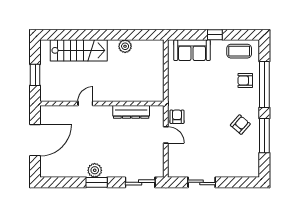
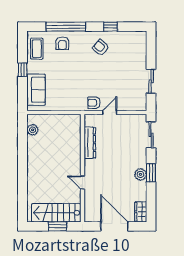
plant: (125, 46) -> (33, 130), moved
stairs: (79, 50) -> (56, 213), moved, turned -90
window: (264, 136) -> (110, 27), width x0.46
wardrobe: (52, 171) -> (141, 212), added

